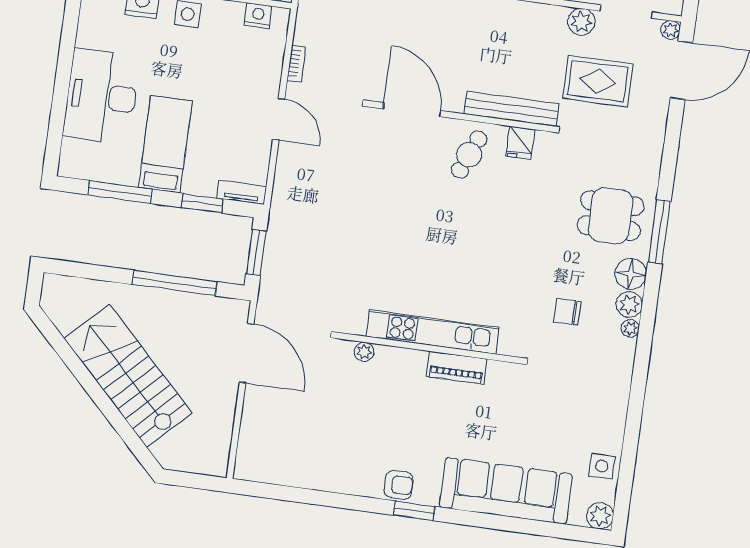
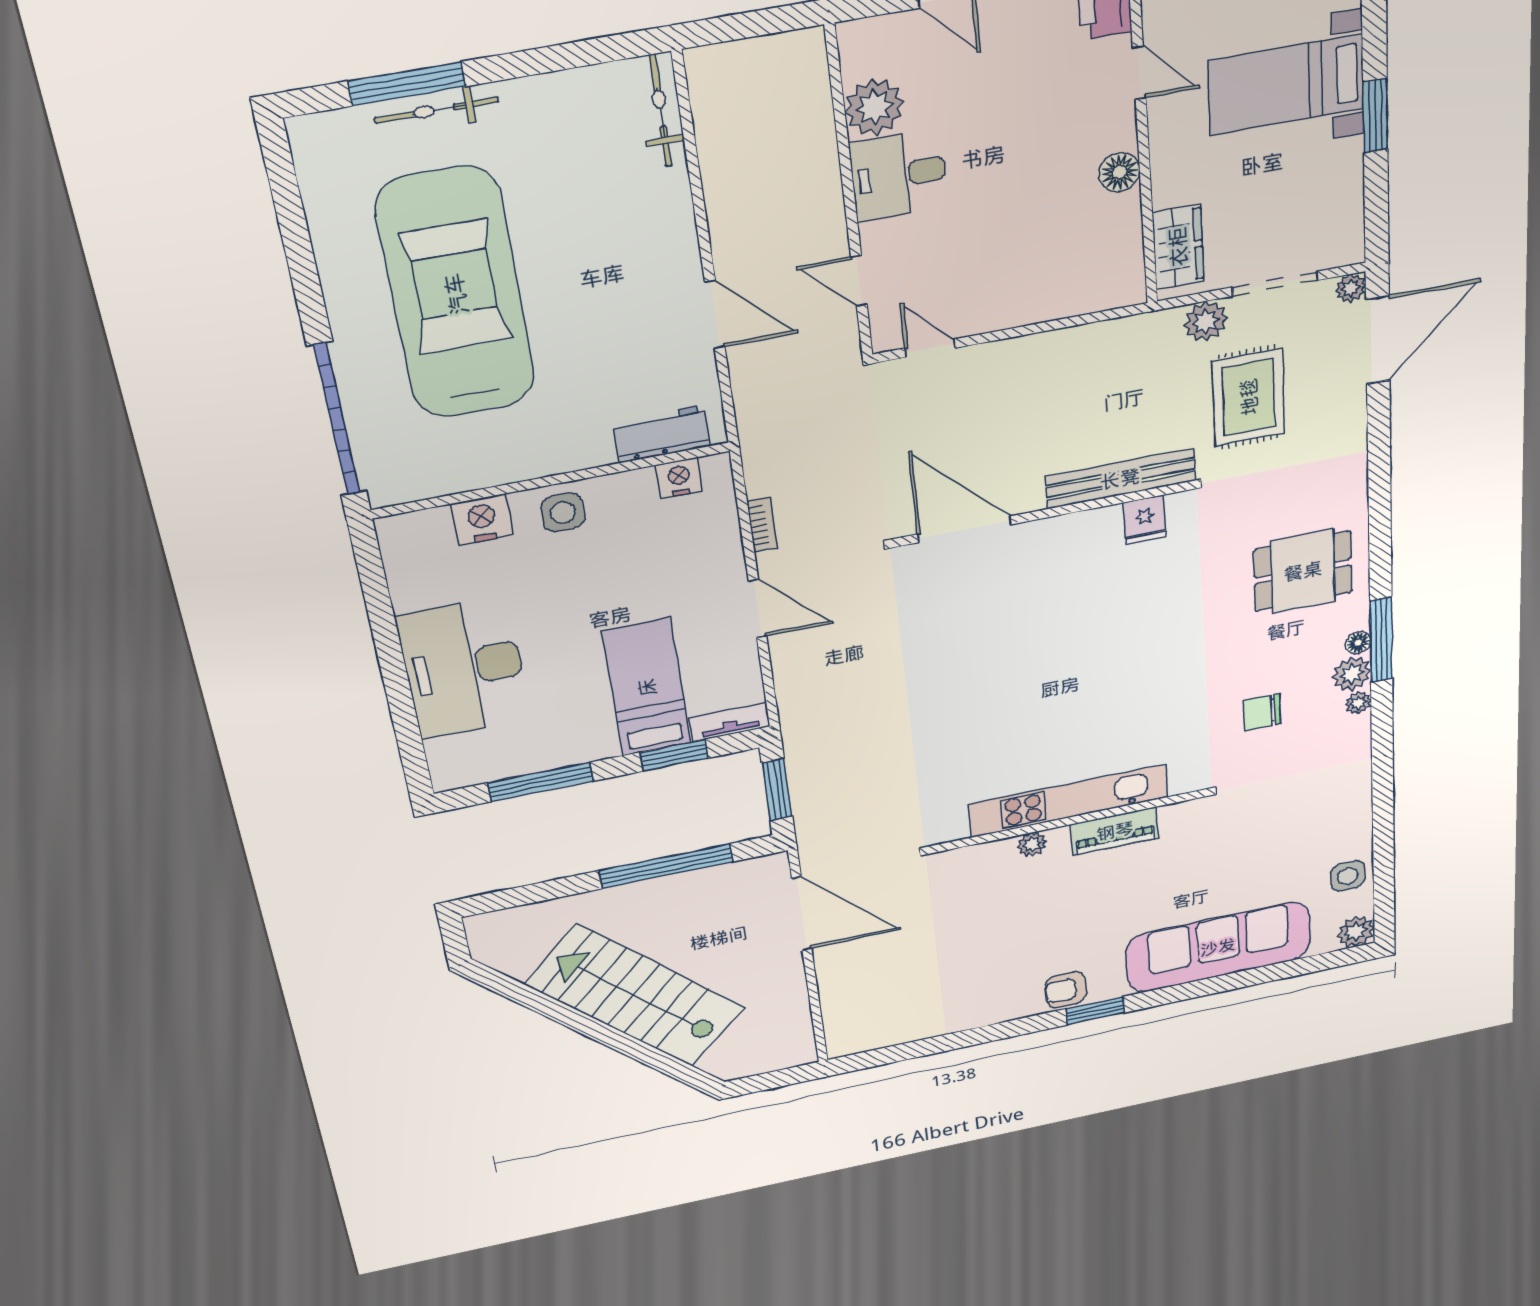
rug: (598, 81) -> (1249, 397), turned 90
bed: (165, 144) -> (647, 687), moved
cafe table: (469, 155) -> (1069, 561), removed
window: (659, 232) -> (1381, 640), moved
floor lamp: (631, 274) -> (1358, 643), width x0.53, depth x0.53
plant: (364, 352) -> (1032, 844), moved
armchair: (399, 485) -> (1066, 990), turned 180

